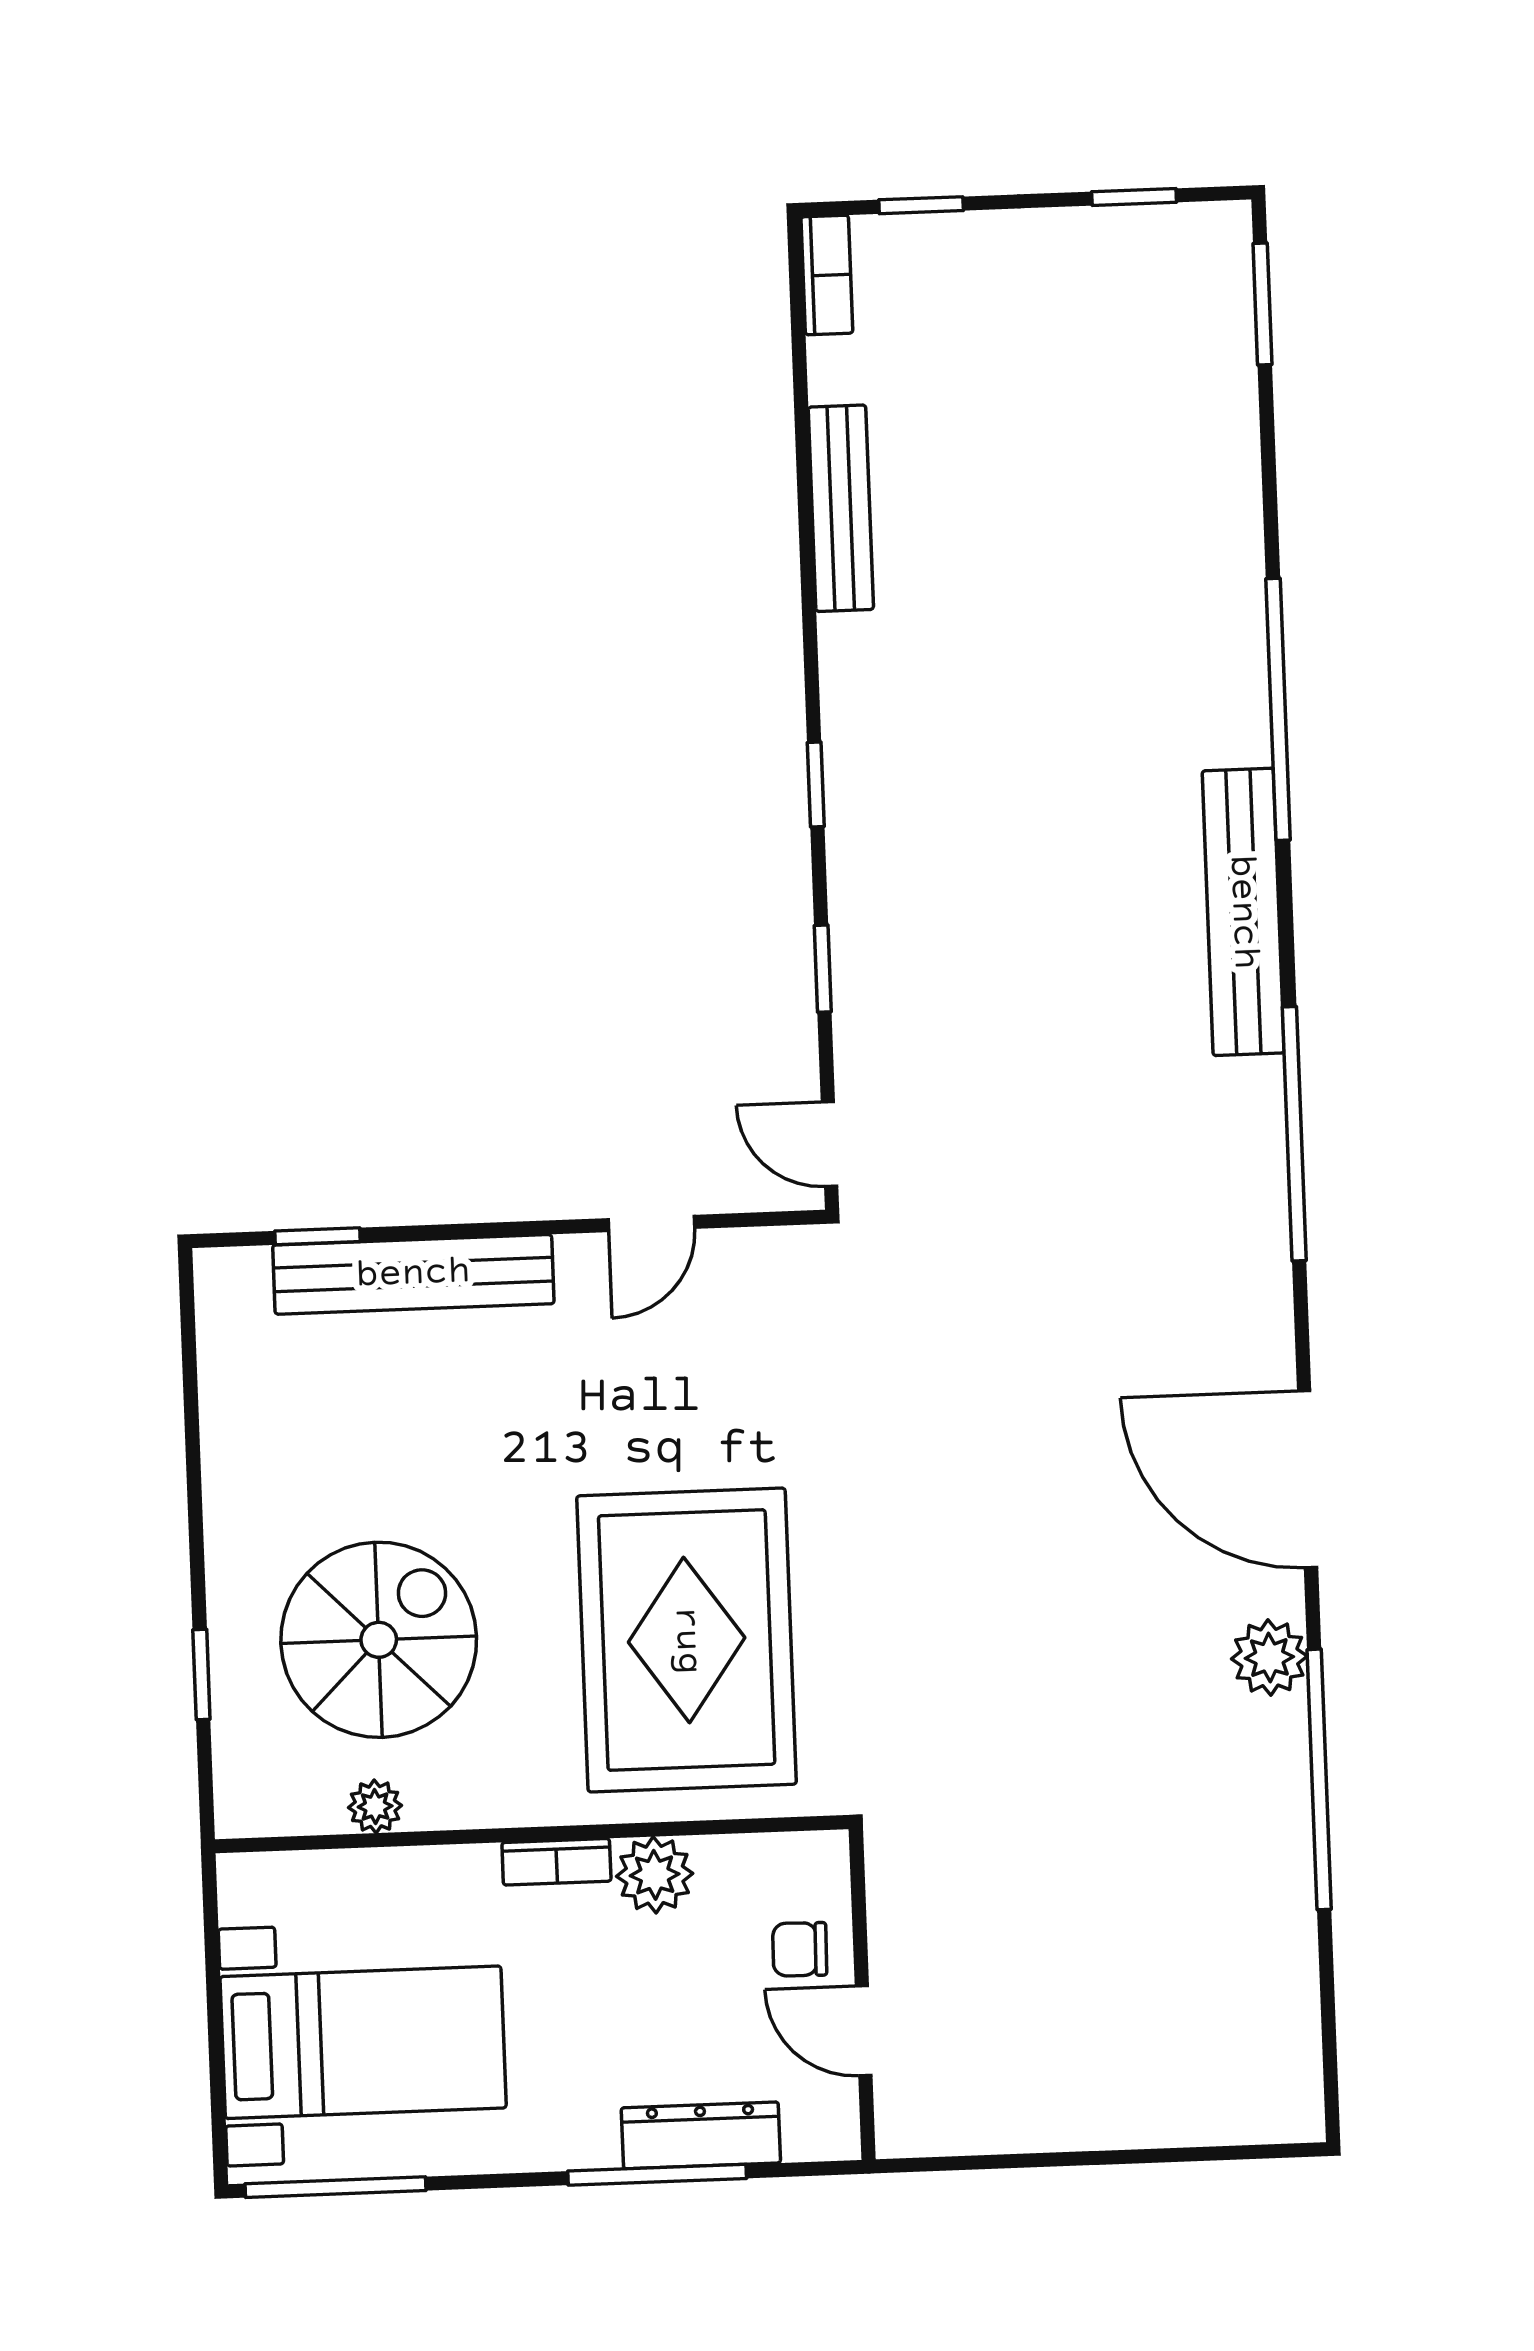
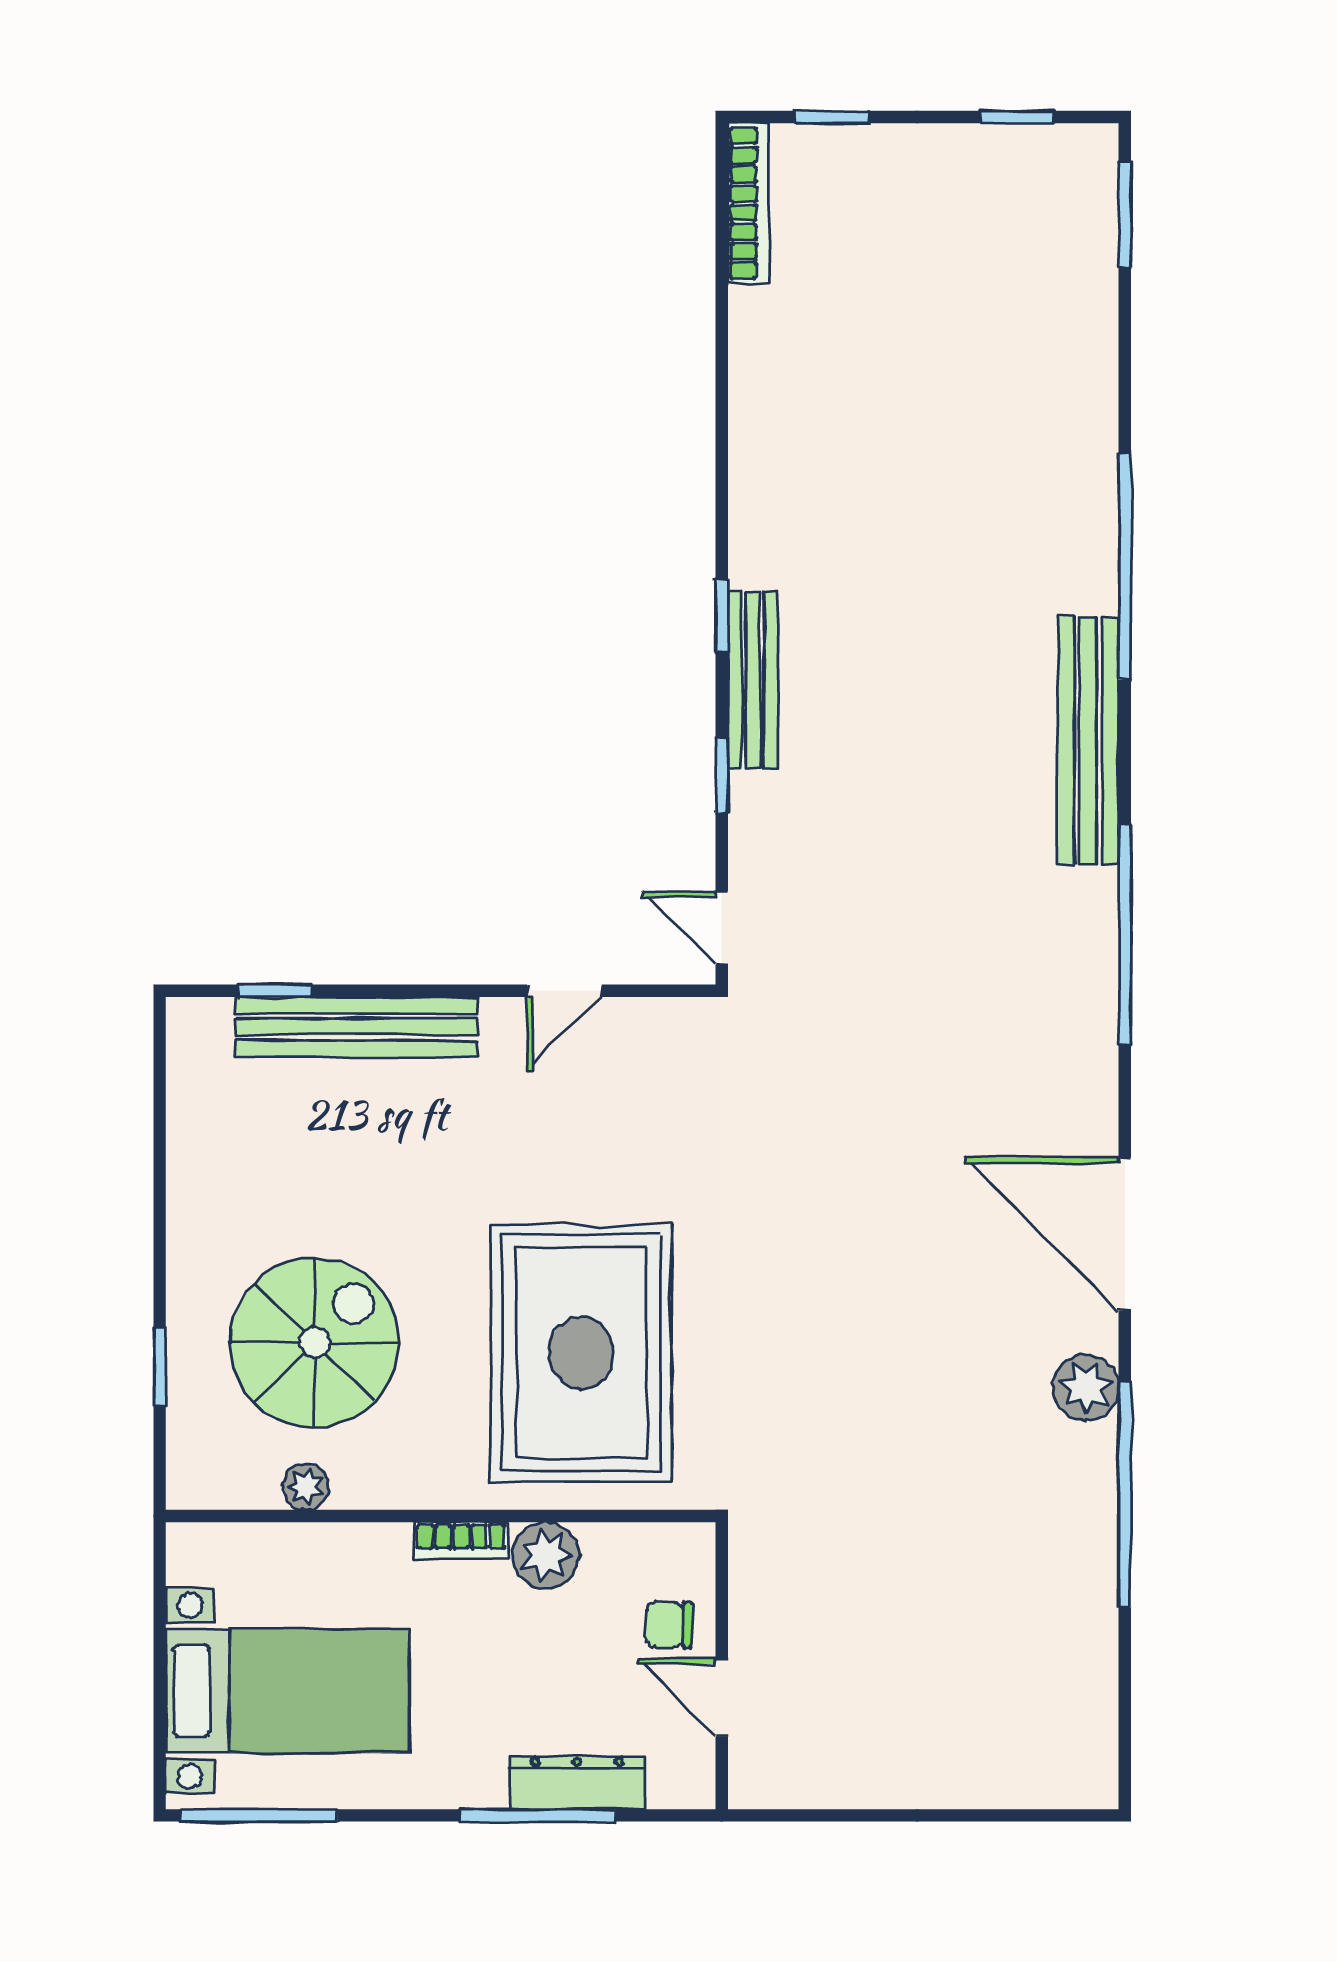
bookcase: (827, 275) -> (748, 203), width x1.56
bench: (841, 508) -> (753, 680), moved

